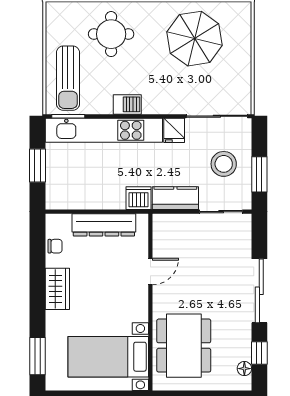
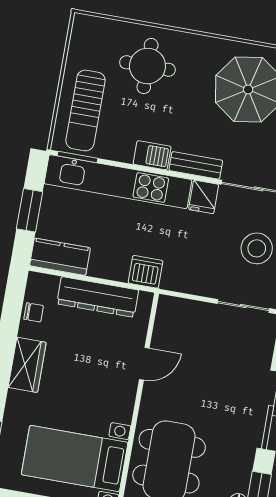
bench: (164, 106) -> (196, 165), added
kitchen counter: (175, 198) -> (60, 257), moved

